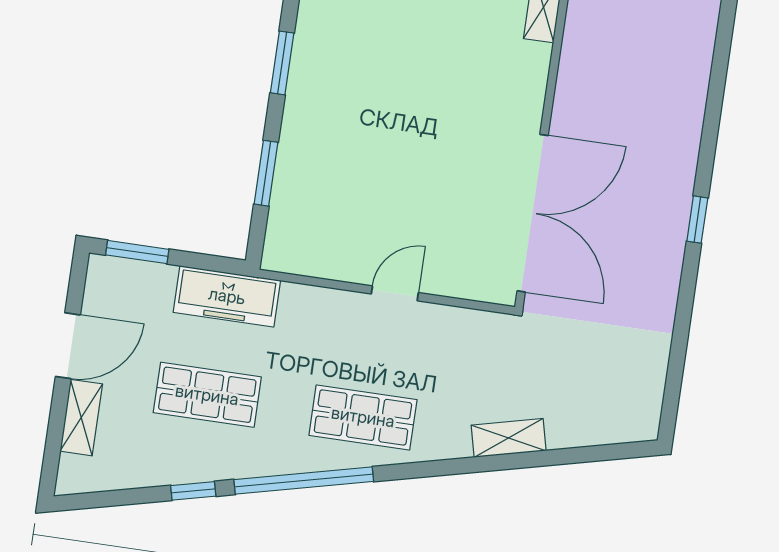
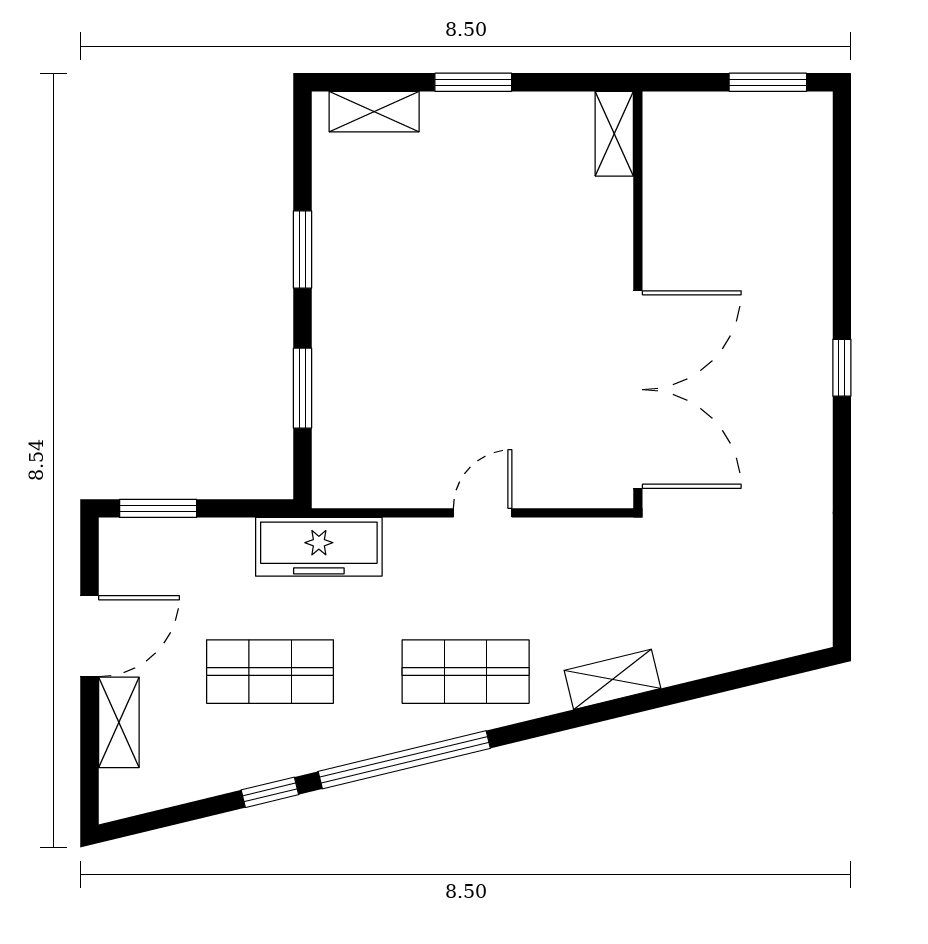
freezer: (227, 296) -> (319, 547), moved
shelving: (509, 438) -> (612, 679), moved

